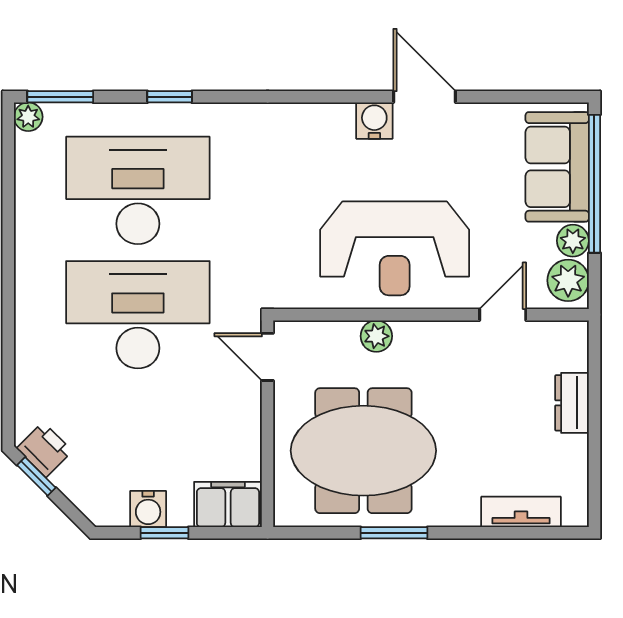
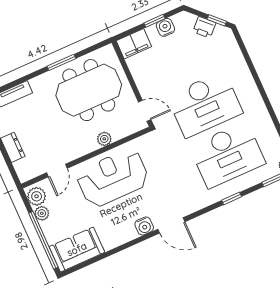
door: (424, 97) -> (171, 225), moved
sofa: (557, 167) -> (77, 249), moved, turned -90
printer: (44, 450) -> (204, 27), moved

